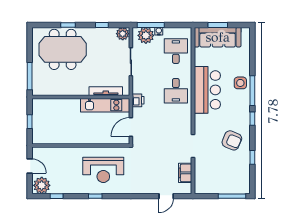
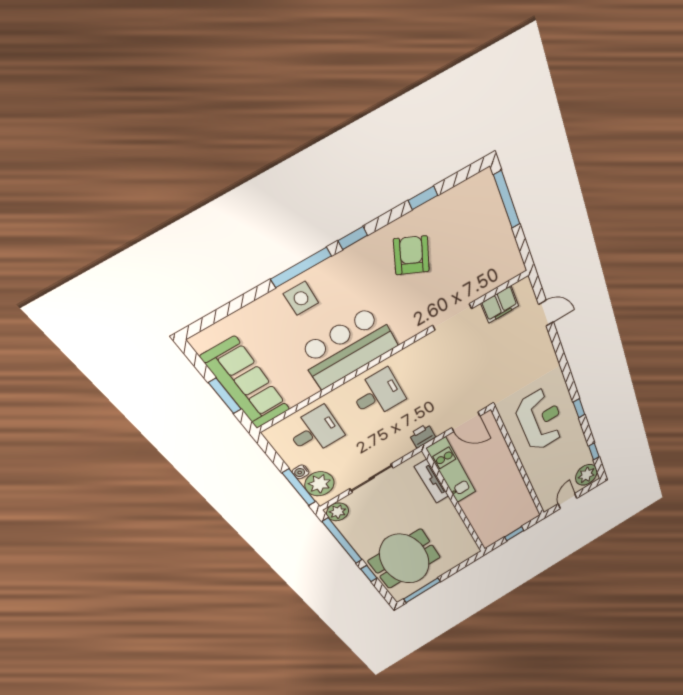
window: (102, 25) -> (343, 541), width x3.17
desk: (176, 51) -> (315, 431), turned 180
window: (30, 76) -> (422, 590), moved

